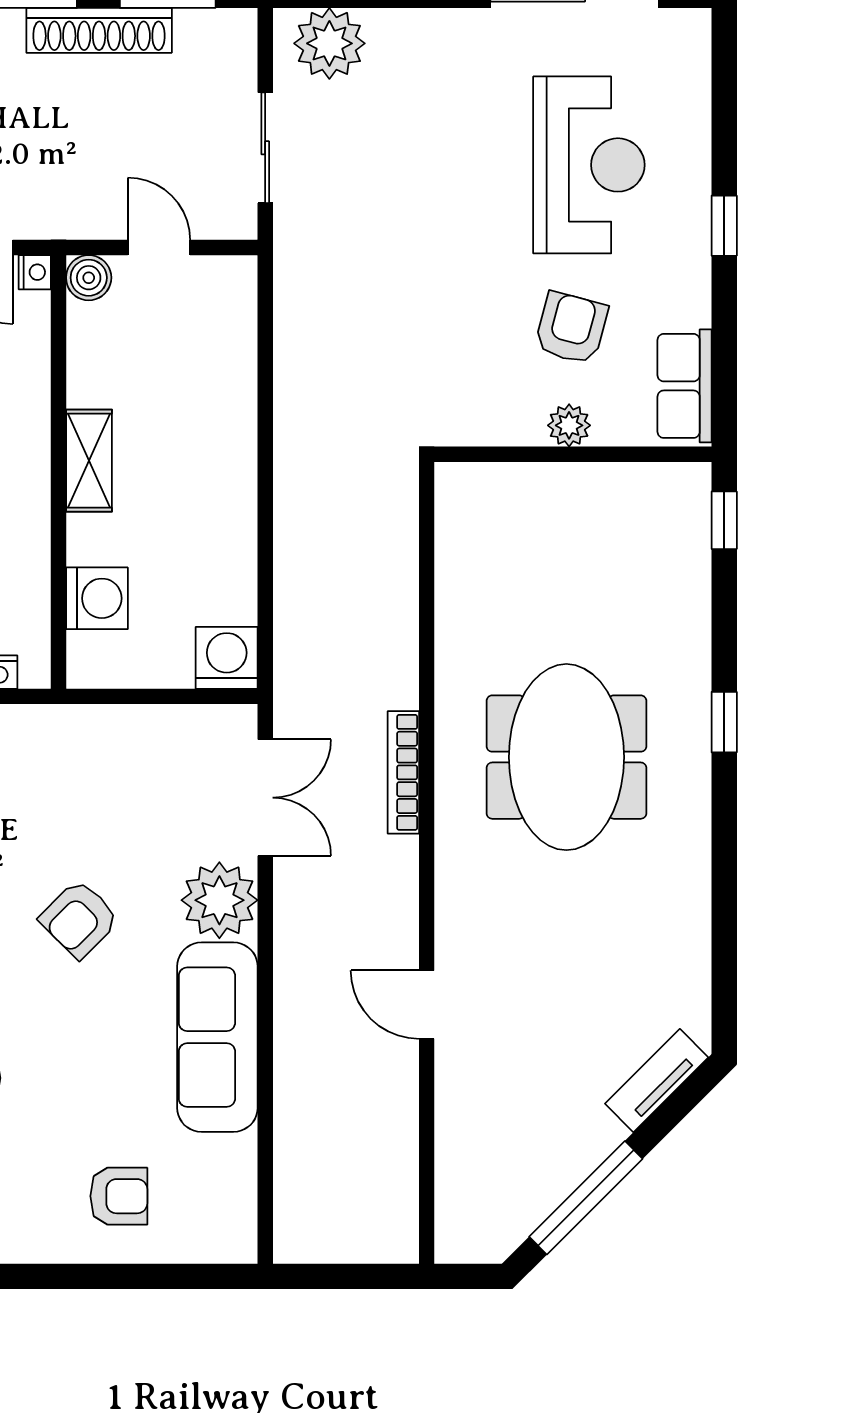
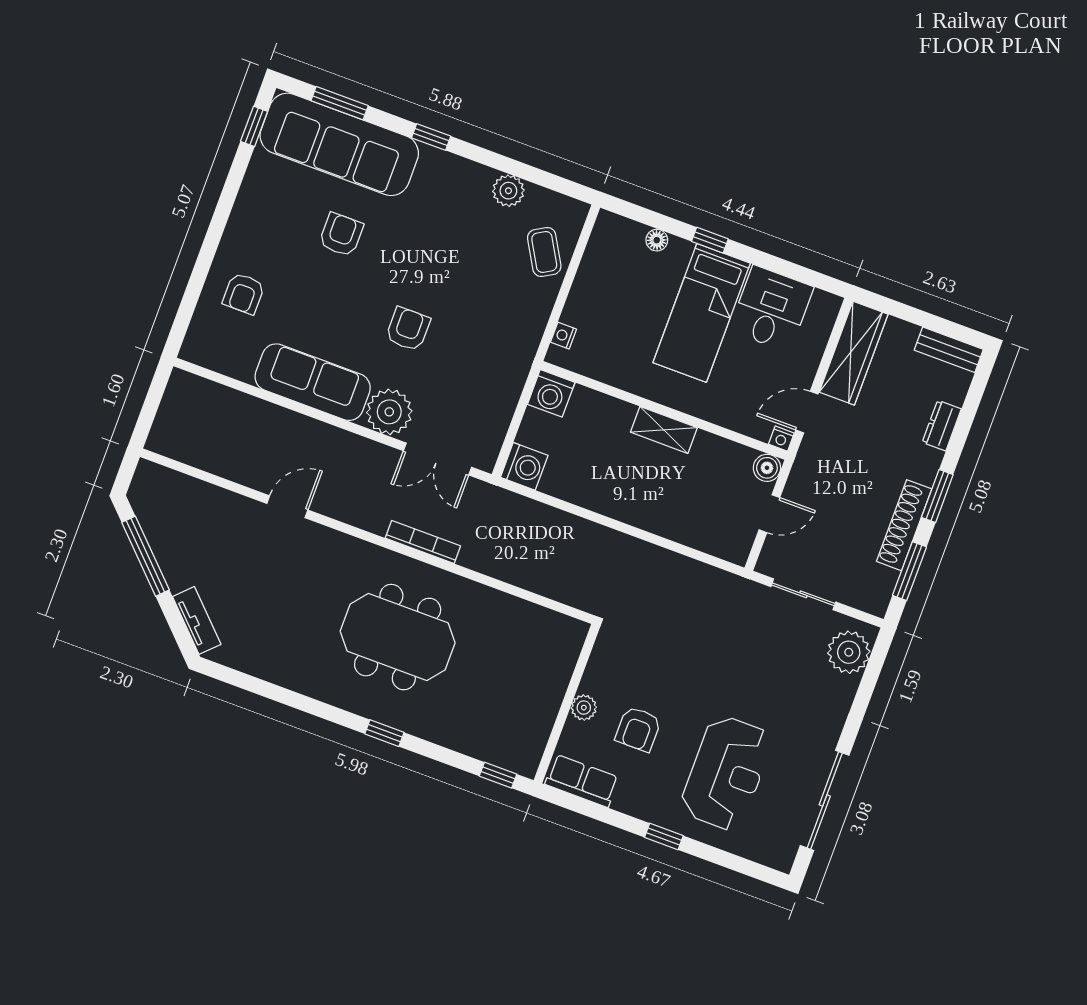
reception desk: (589, 165) -> (726, 773), turned -90
armchair: (571, 328) -> (638, 729), turned 75
washing machine: (97, 598) -> (551, 393), moved
armchair: (79, 919) -> (408, 329), turned 45

